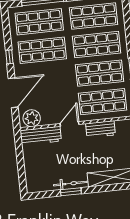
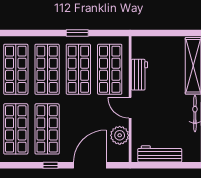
door: (13, 93) -> (90, 165), hinge flipped
plant: (32, 118) -> (120, 135), moved
workbench: (41, 136) -> (160, 154), moved, turned -90

